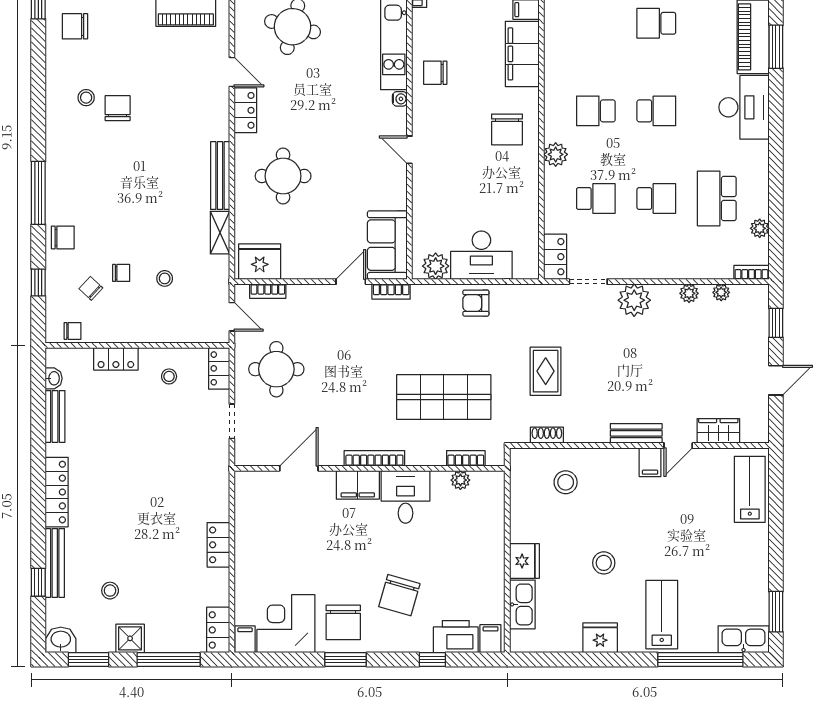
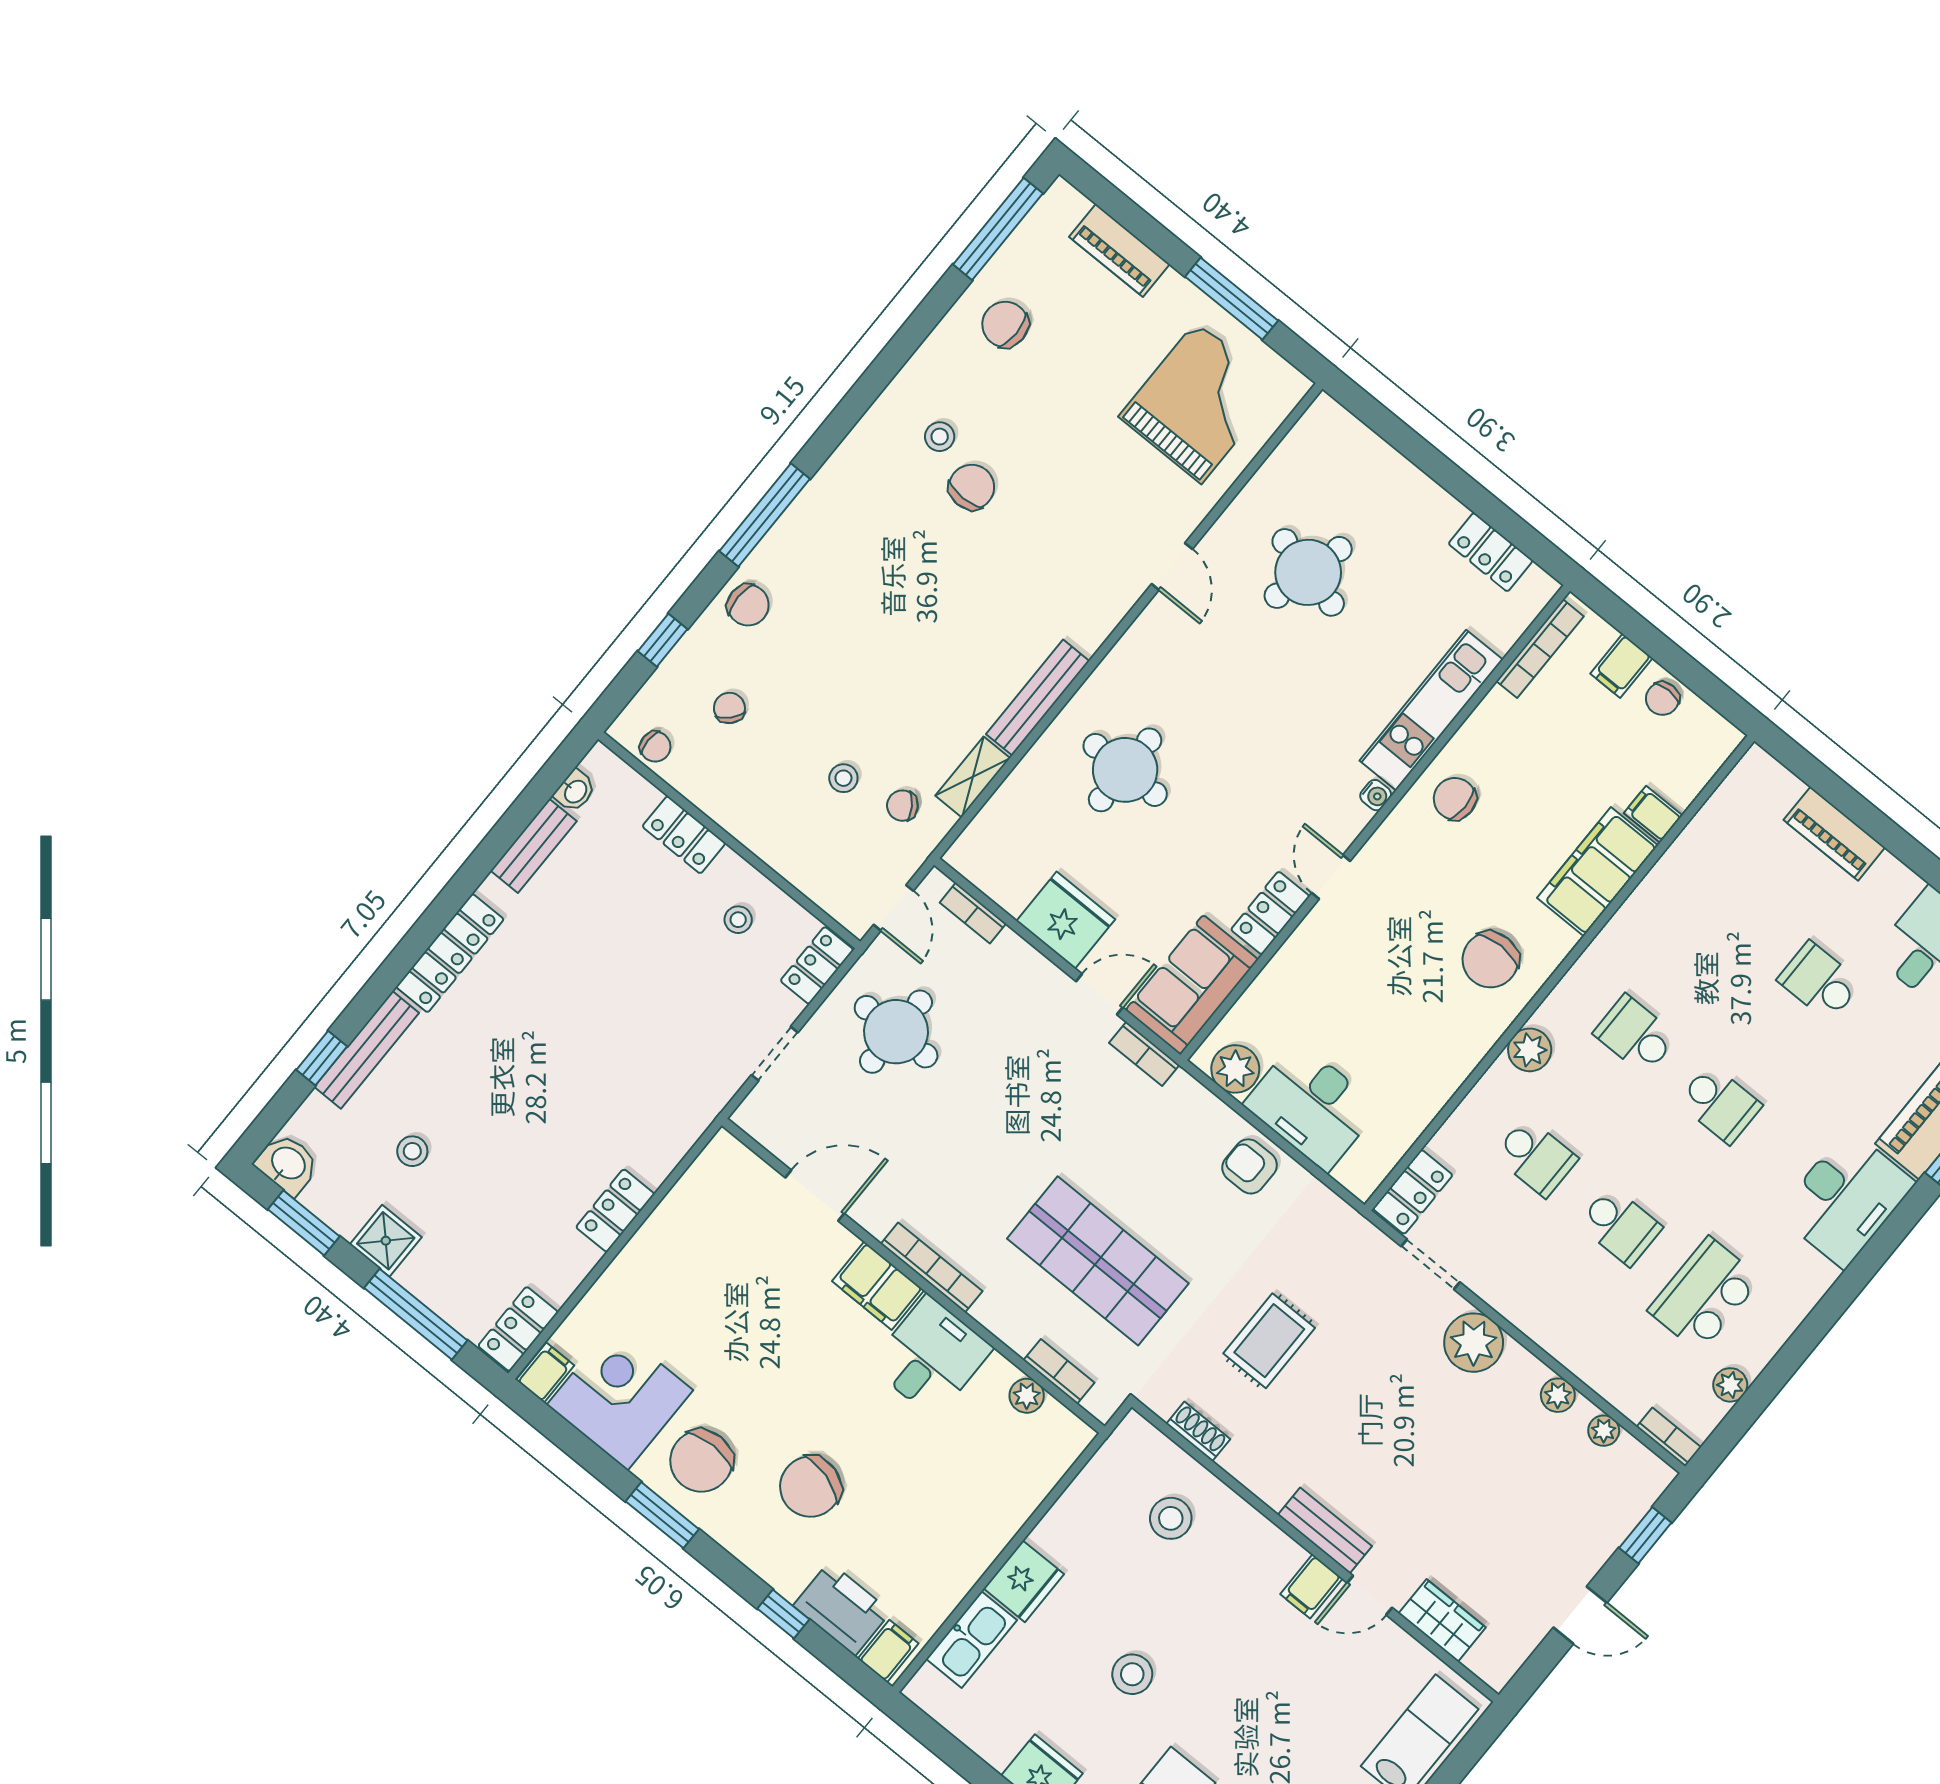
locker: (245, 110) -> (1270, 913), moved, turned 180
fridge: (260, 262) -> (1066, 920), moved
chair: (121, 273) -> (902, 806), moved, turned 146

